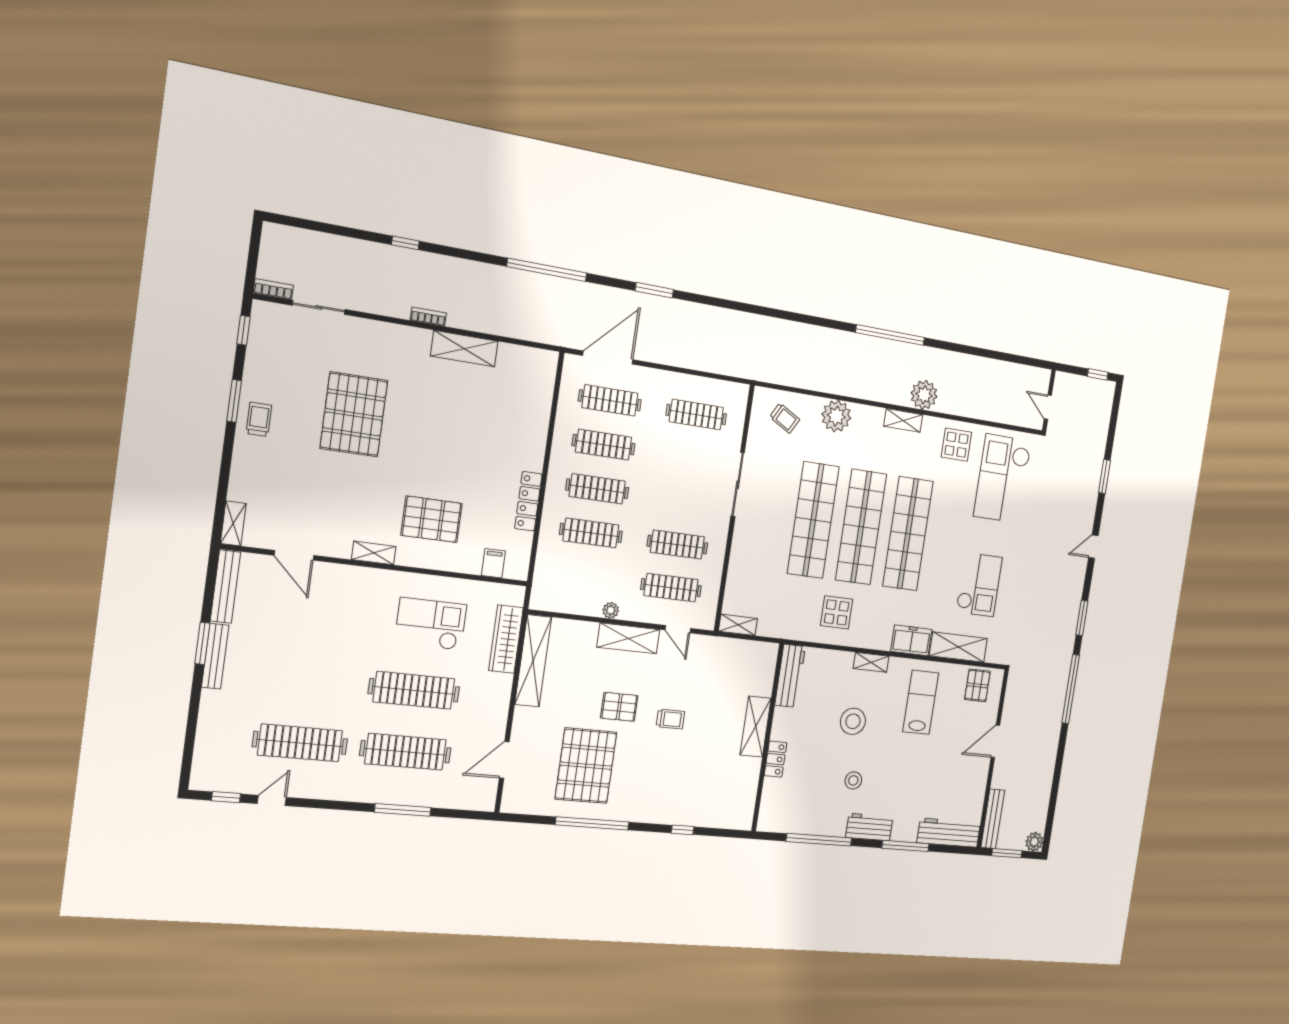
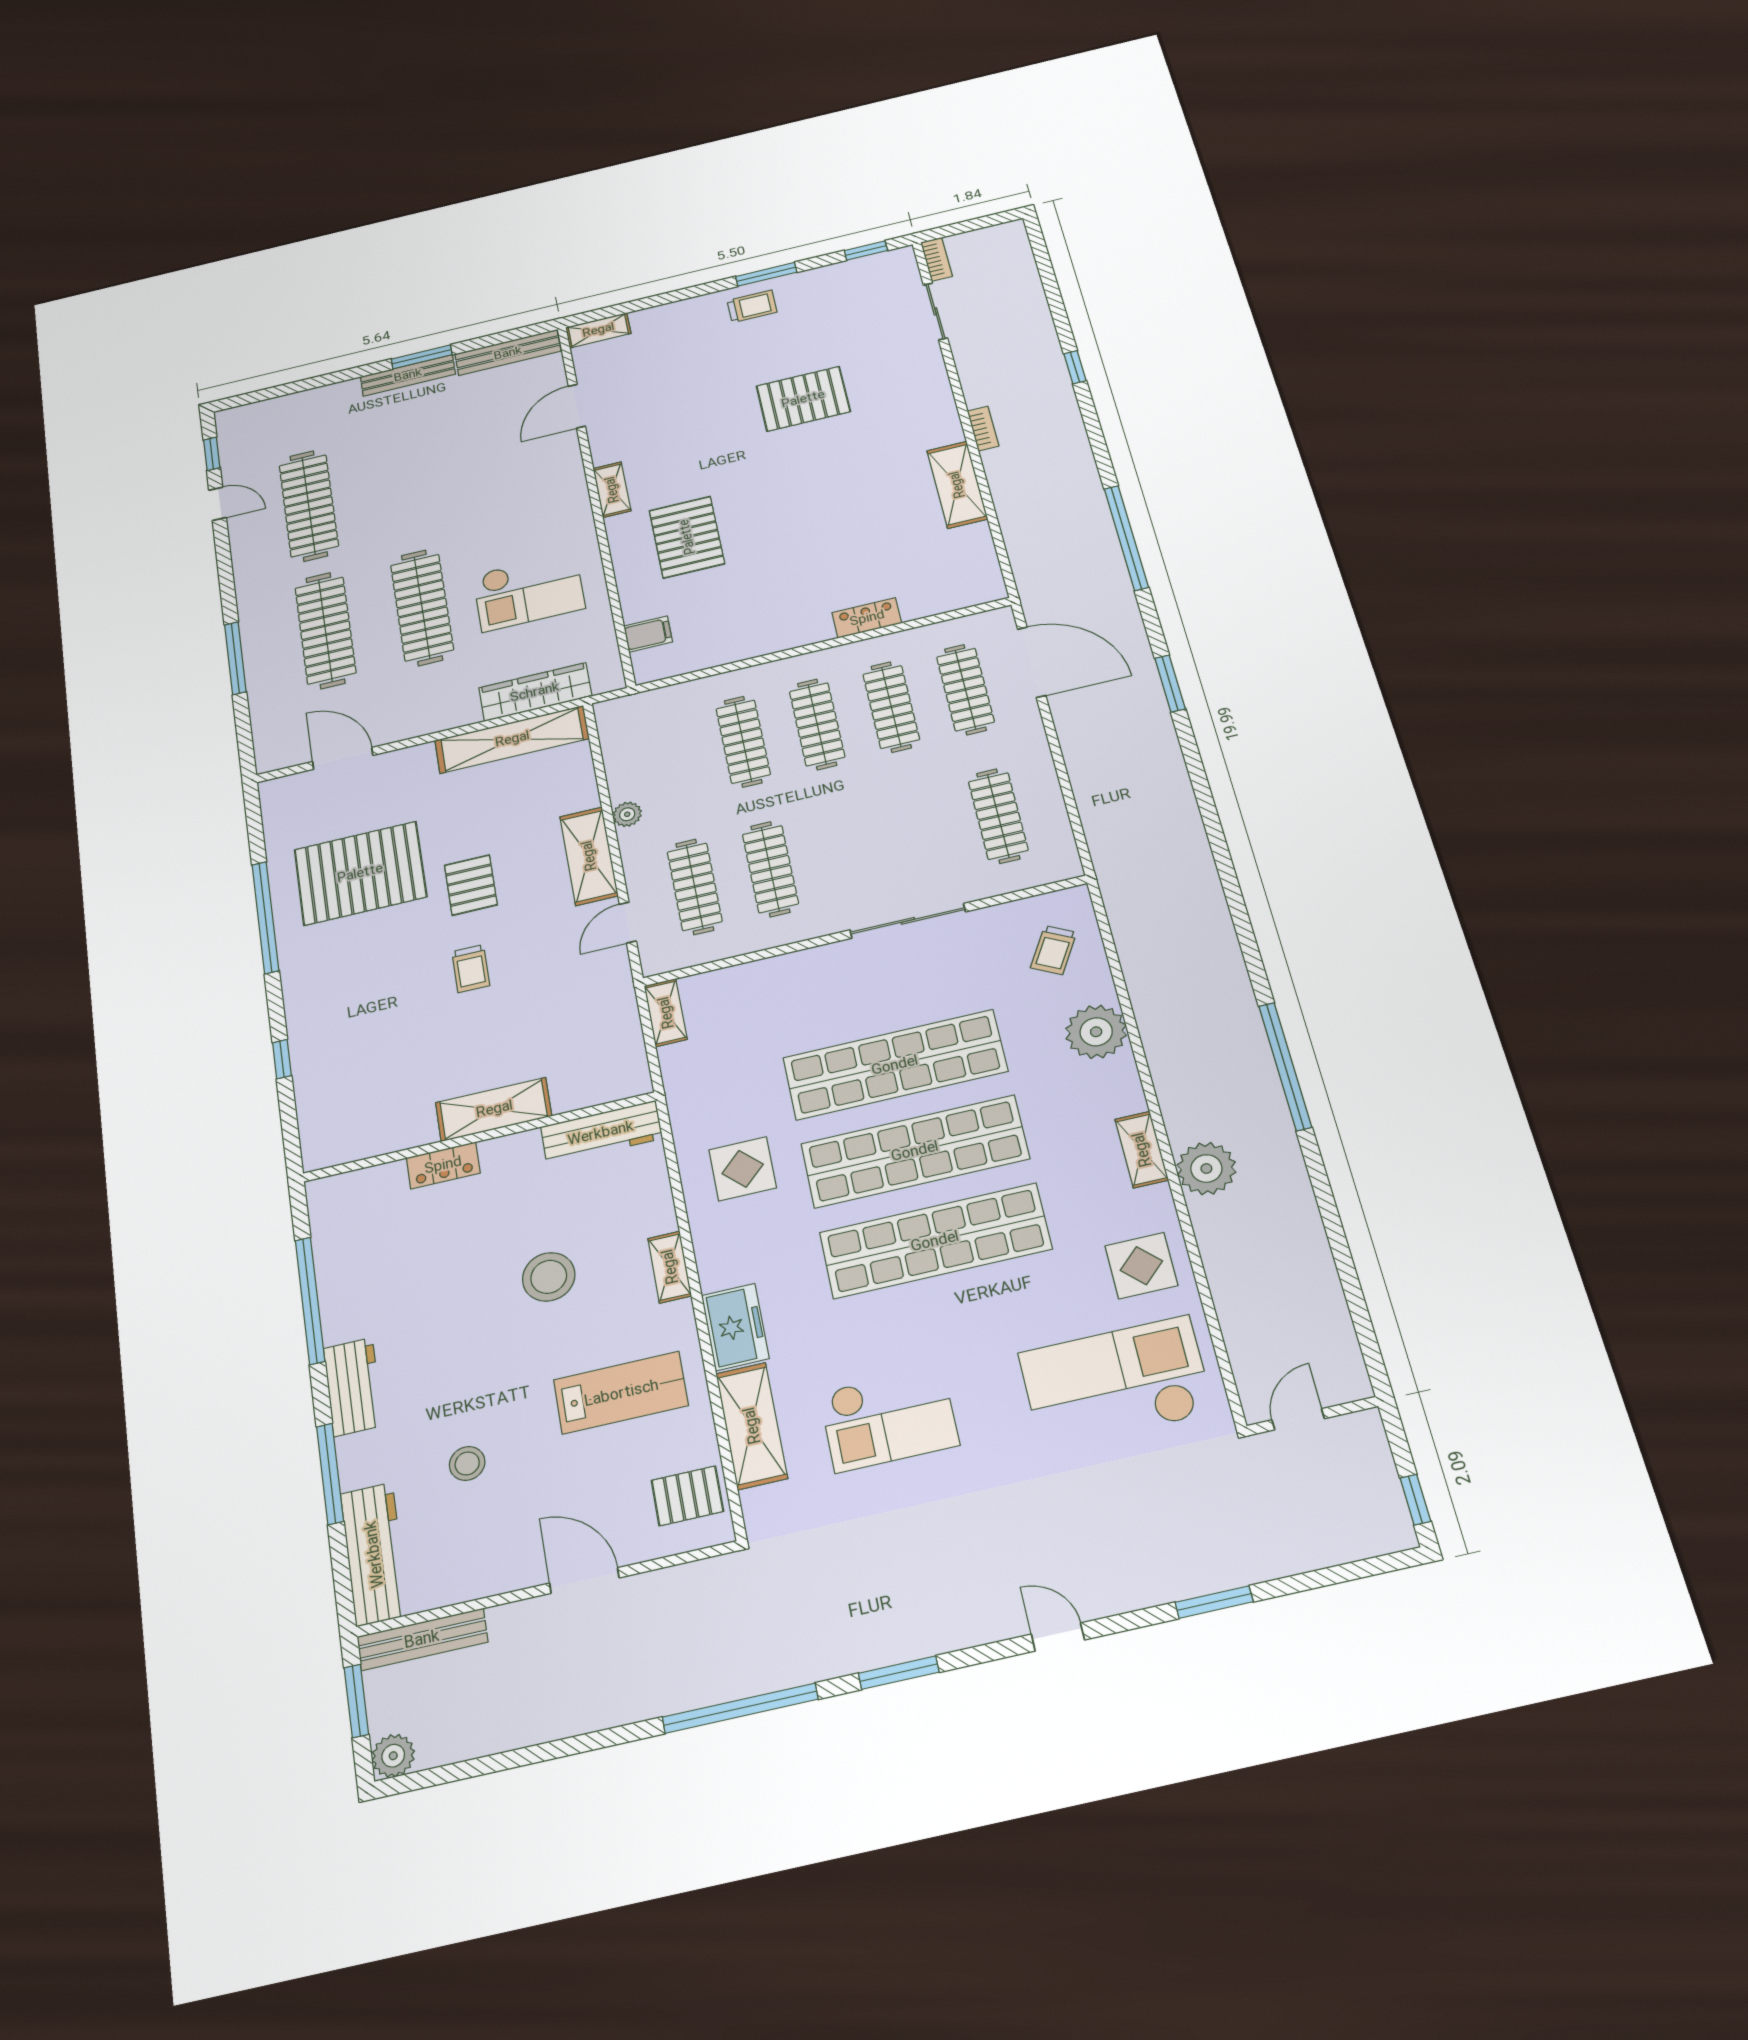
pallet: (354, 414) -> (803, 399), width x0.73, depth x0.71
locker: (528, 501) -> (867, 618), moved, width x0.66
checkout: (431, 624) -> (529, 592), turned 90
stool: (853, 780) -> (467, 1463), moved

